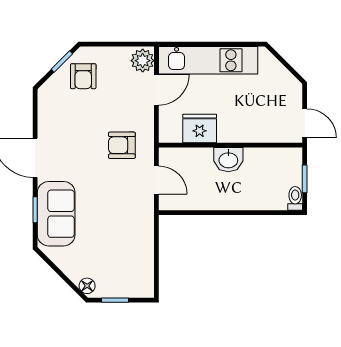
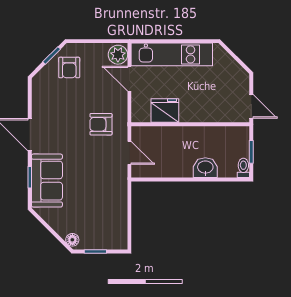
door: (156, 90) -> (129, 79), swing flipped
washbasin: (228, 160) -> (205, 168), moved, turned 180

